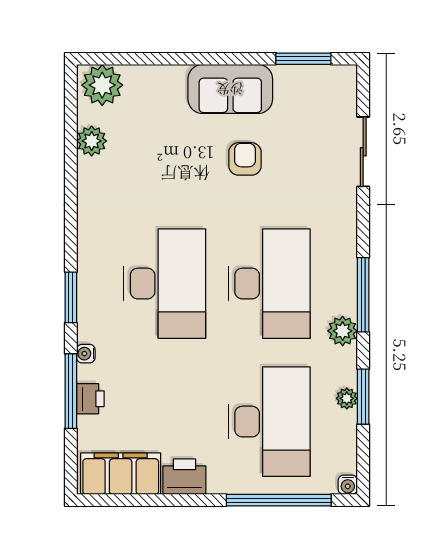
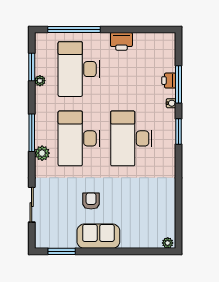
plant: (102, 85) -> (168, 243), width x0.53, depth x0.53
plant: (92, 141) -> (168, 210), removed
armchair: (245, 159) -> (91, 201), turned 180
plant: (343, 331) -> (42, 153), moved
window: (363, 397) -> (32, 67), moved
filing cabinet: (121, 474) -> (154, 43), removed
water cooler: (348, 485) -> (39, 37), removed

